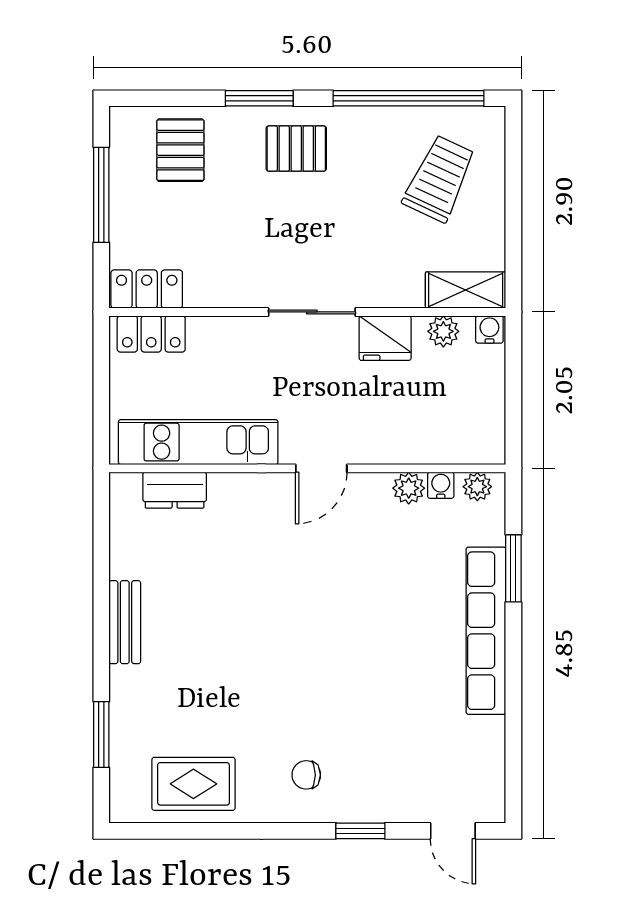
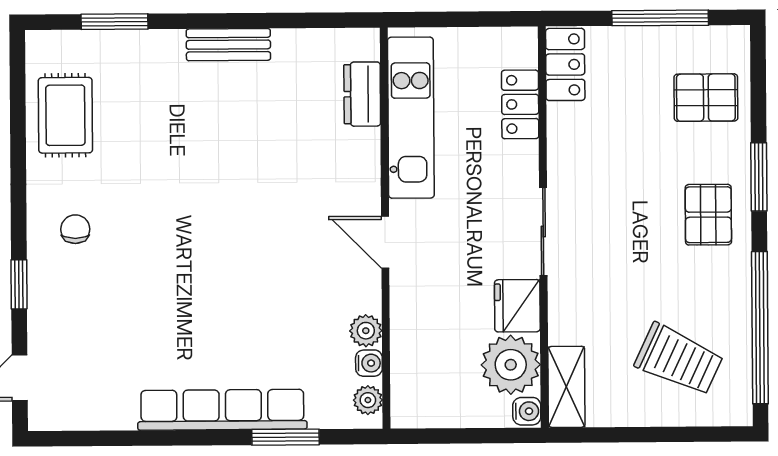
plant: (443, 331) -> (511, 365), width x1.88, depth x1.88
locker: (151, 334) -> (520, 104), moved

